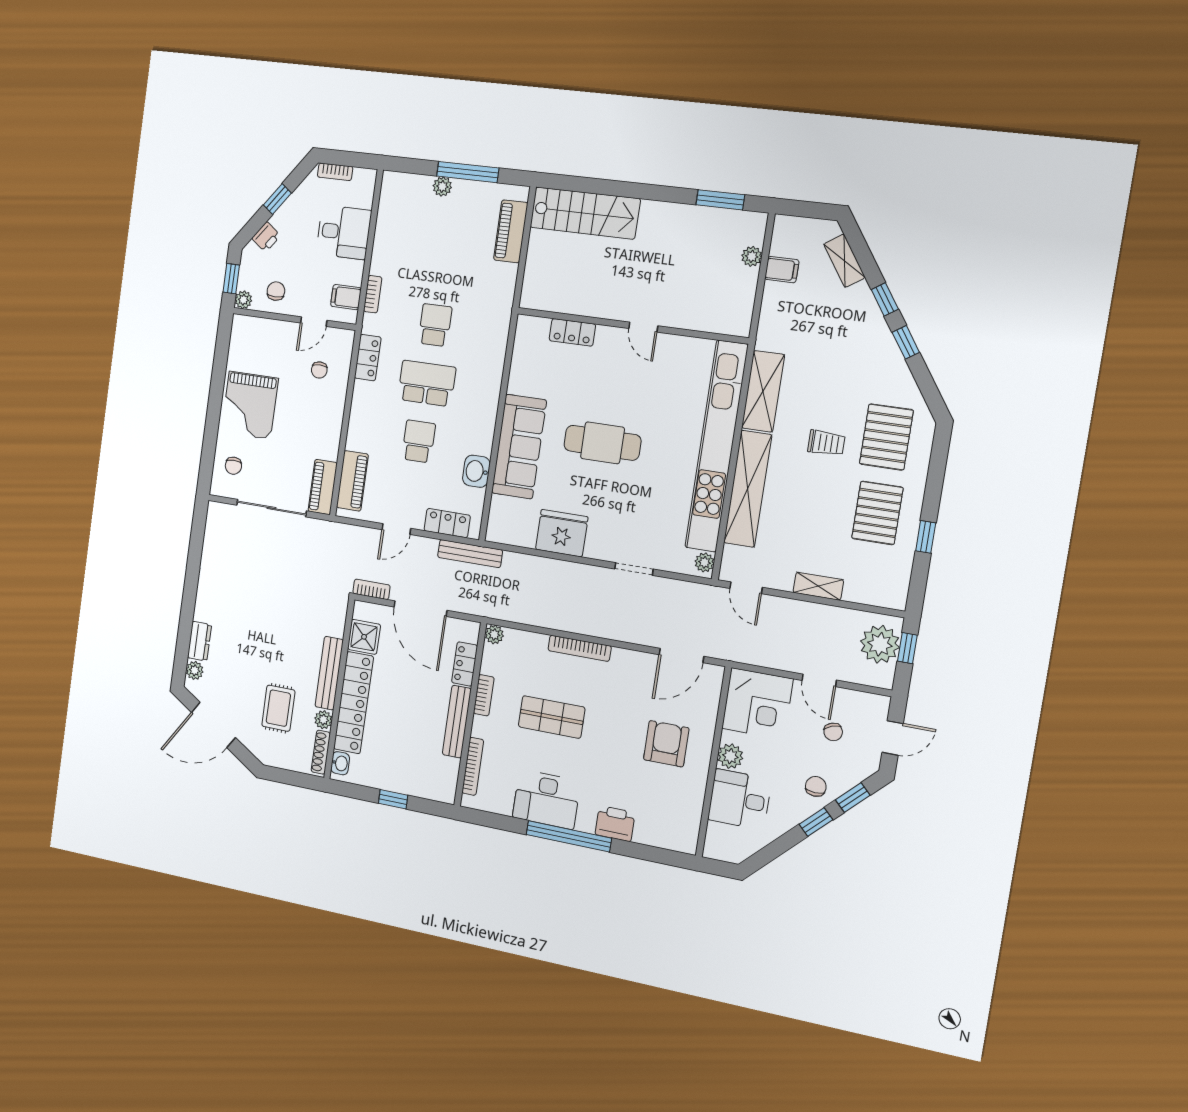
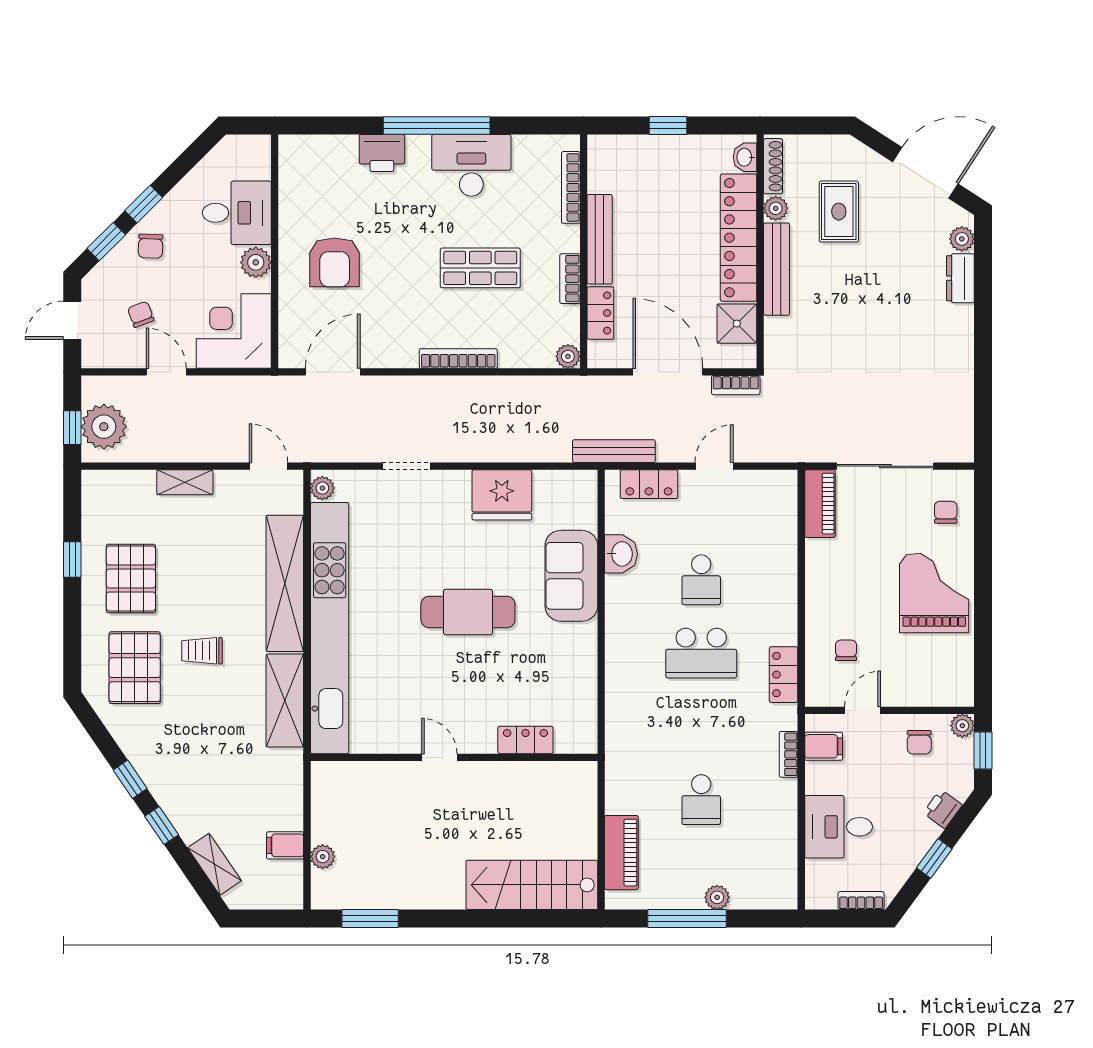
school desk: (435, 325) -> (701, 800), moved
sofa: (519, 447) -> (571, 576), width x0.73
piano: (352, 481) -> (781, 517), removed

